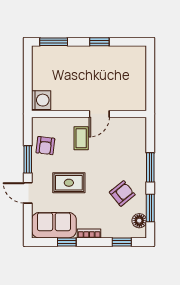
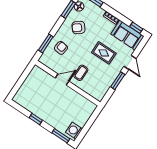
washing machine: (41, 100) -> (74, 131), moved
armchair: (45, 146) -> (61, 48), moved
window: (150, 167) -> (46, 43), moved
window: (67, 242) -> (136, 28), moved

